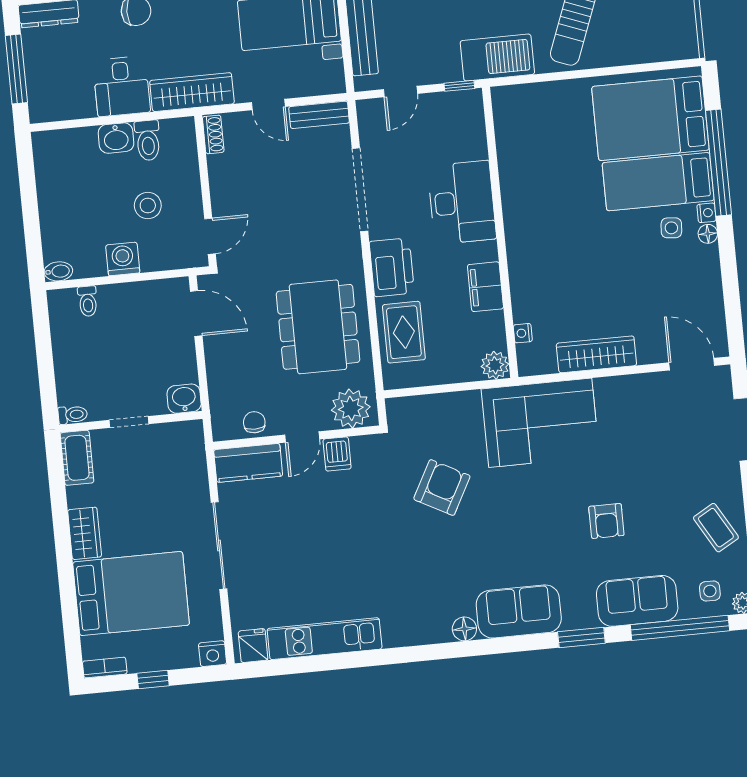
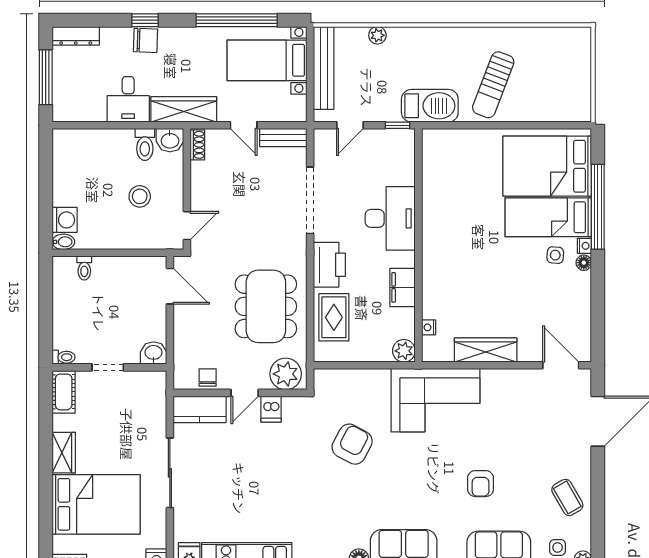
washbasin: (116, 138) -> (170, 140), moved
washing machine: (123, 259) -> (65, 220), moved, turned 90

